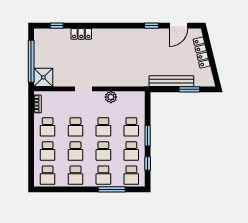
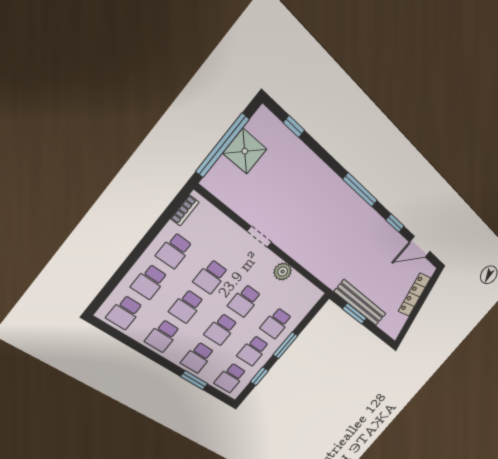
window: (116, 26) -> (360, 190), added
locker: (81, 34) -> (314, 164), removed
shower: (43, 77) -> (245, 151), moved
window: (189, 89) -> (355, 314), moved
window: (112, 189) -> (194, 380), width x0.69

